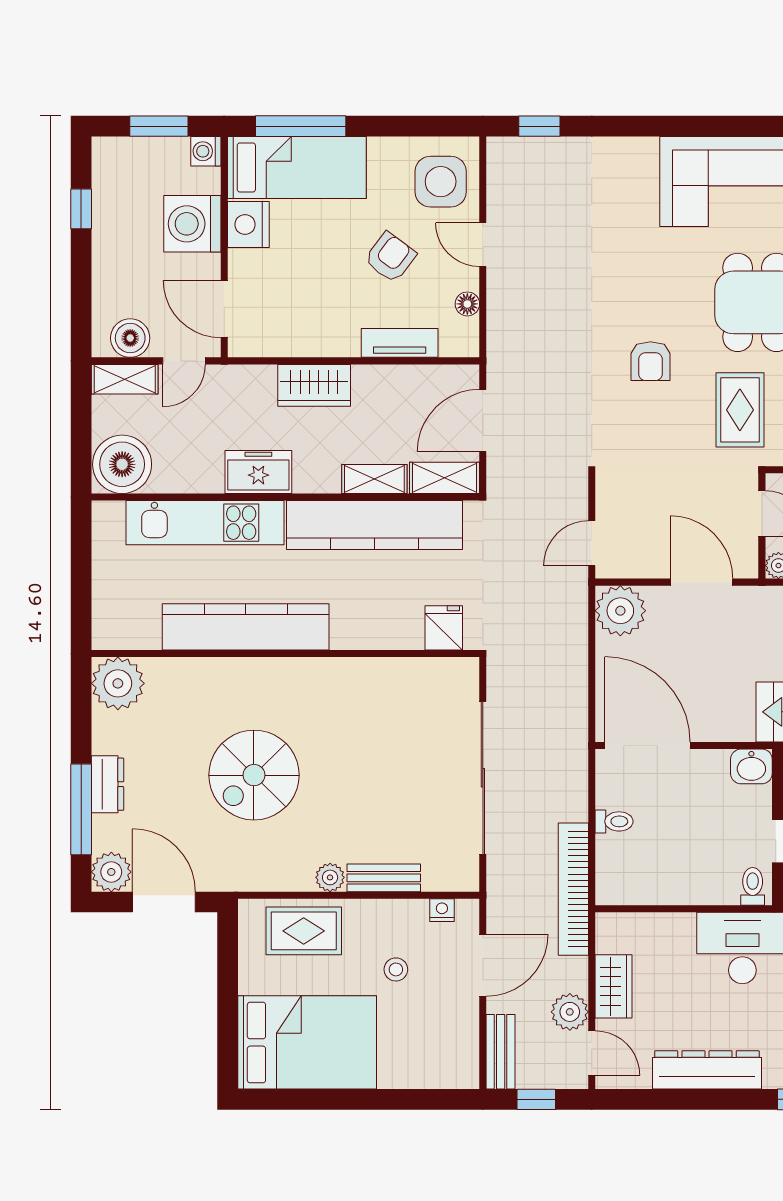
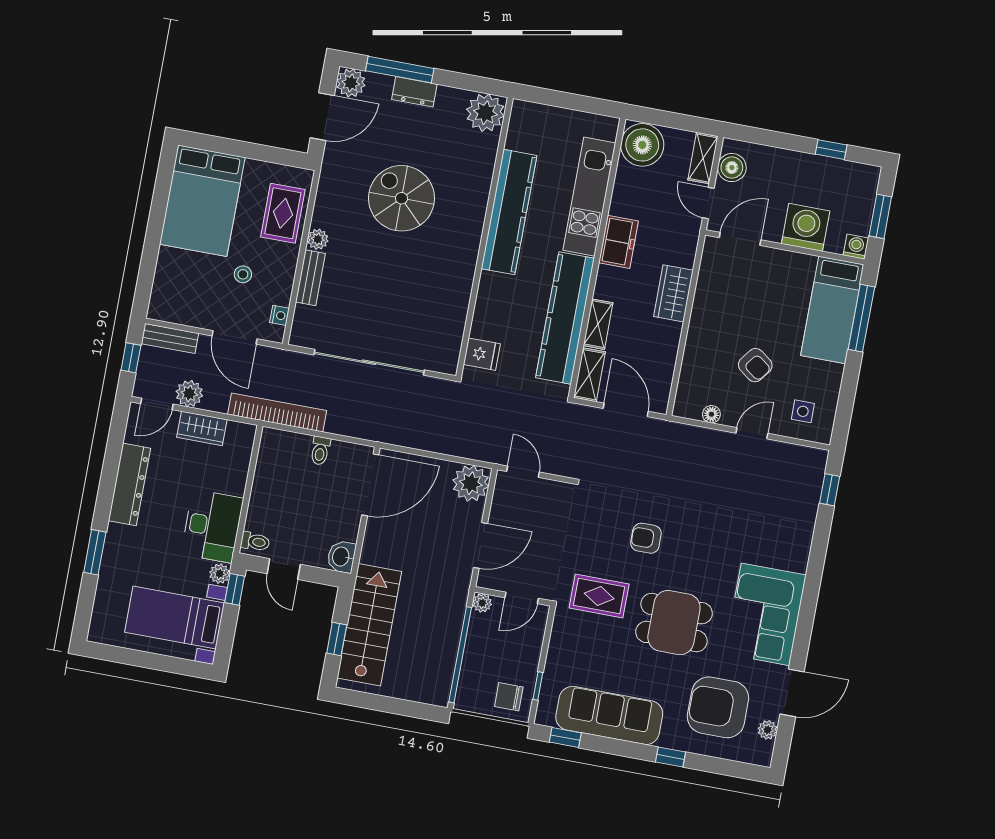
side table: (441, 182) -> (803, 411), width x0.54, depth x0.54
nightstand: (248, 224) -> (798, 267), removed
tv unit: (400, 343) -> (693, 360), removed

